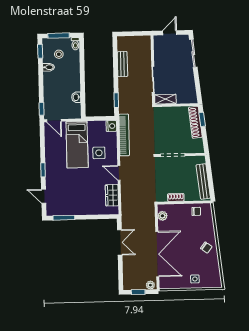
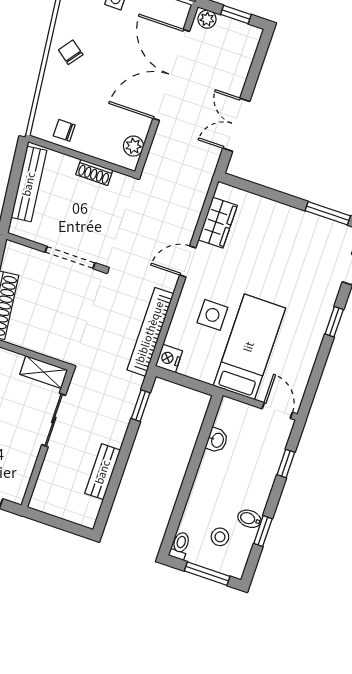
window: (40, 51) -> (263, 531), moved
window: (42, 109) -> (286, 463), moved
door: (119, 173) -> (188, 261), swing flipped

